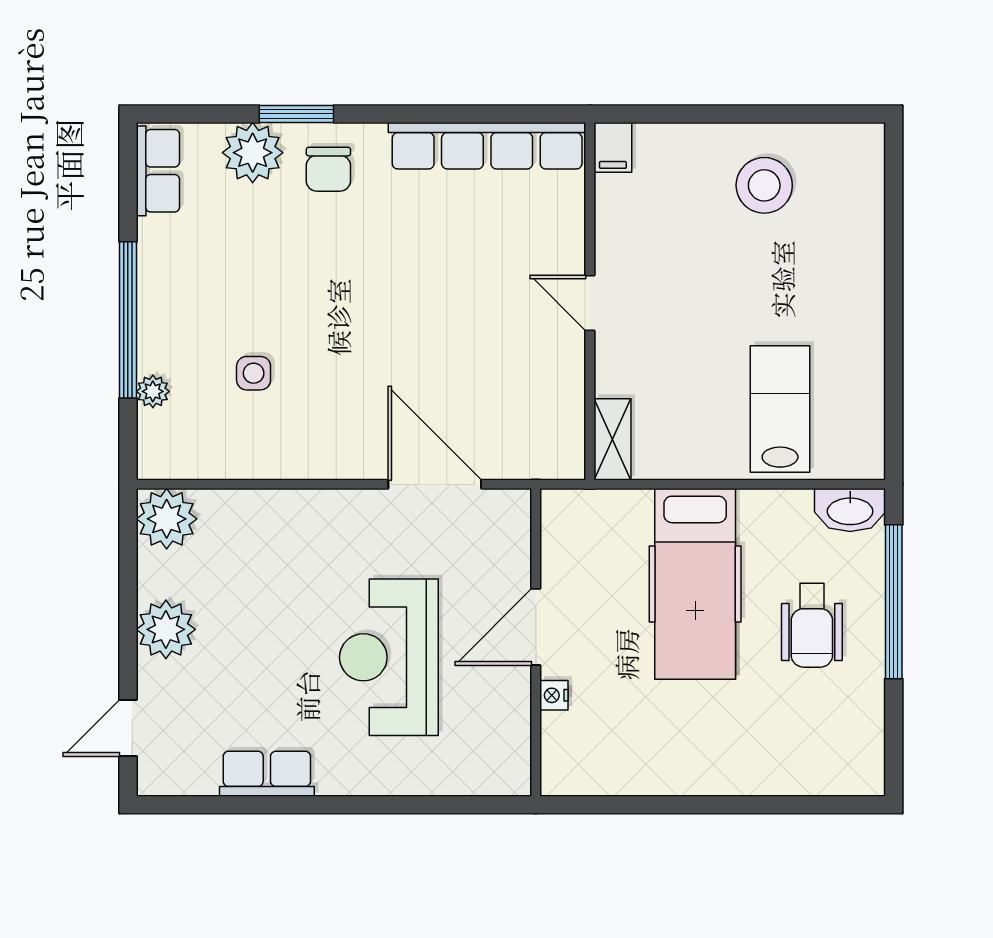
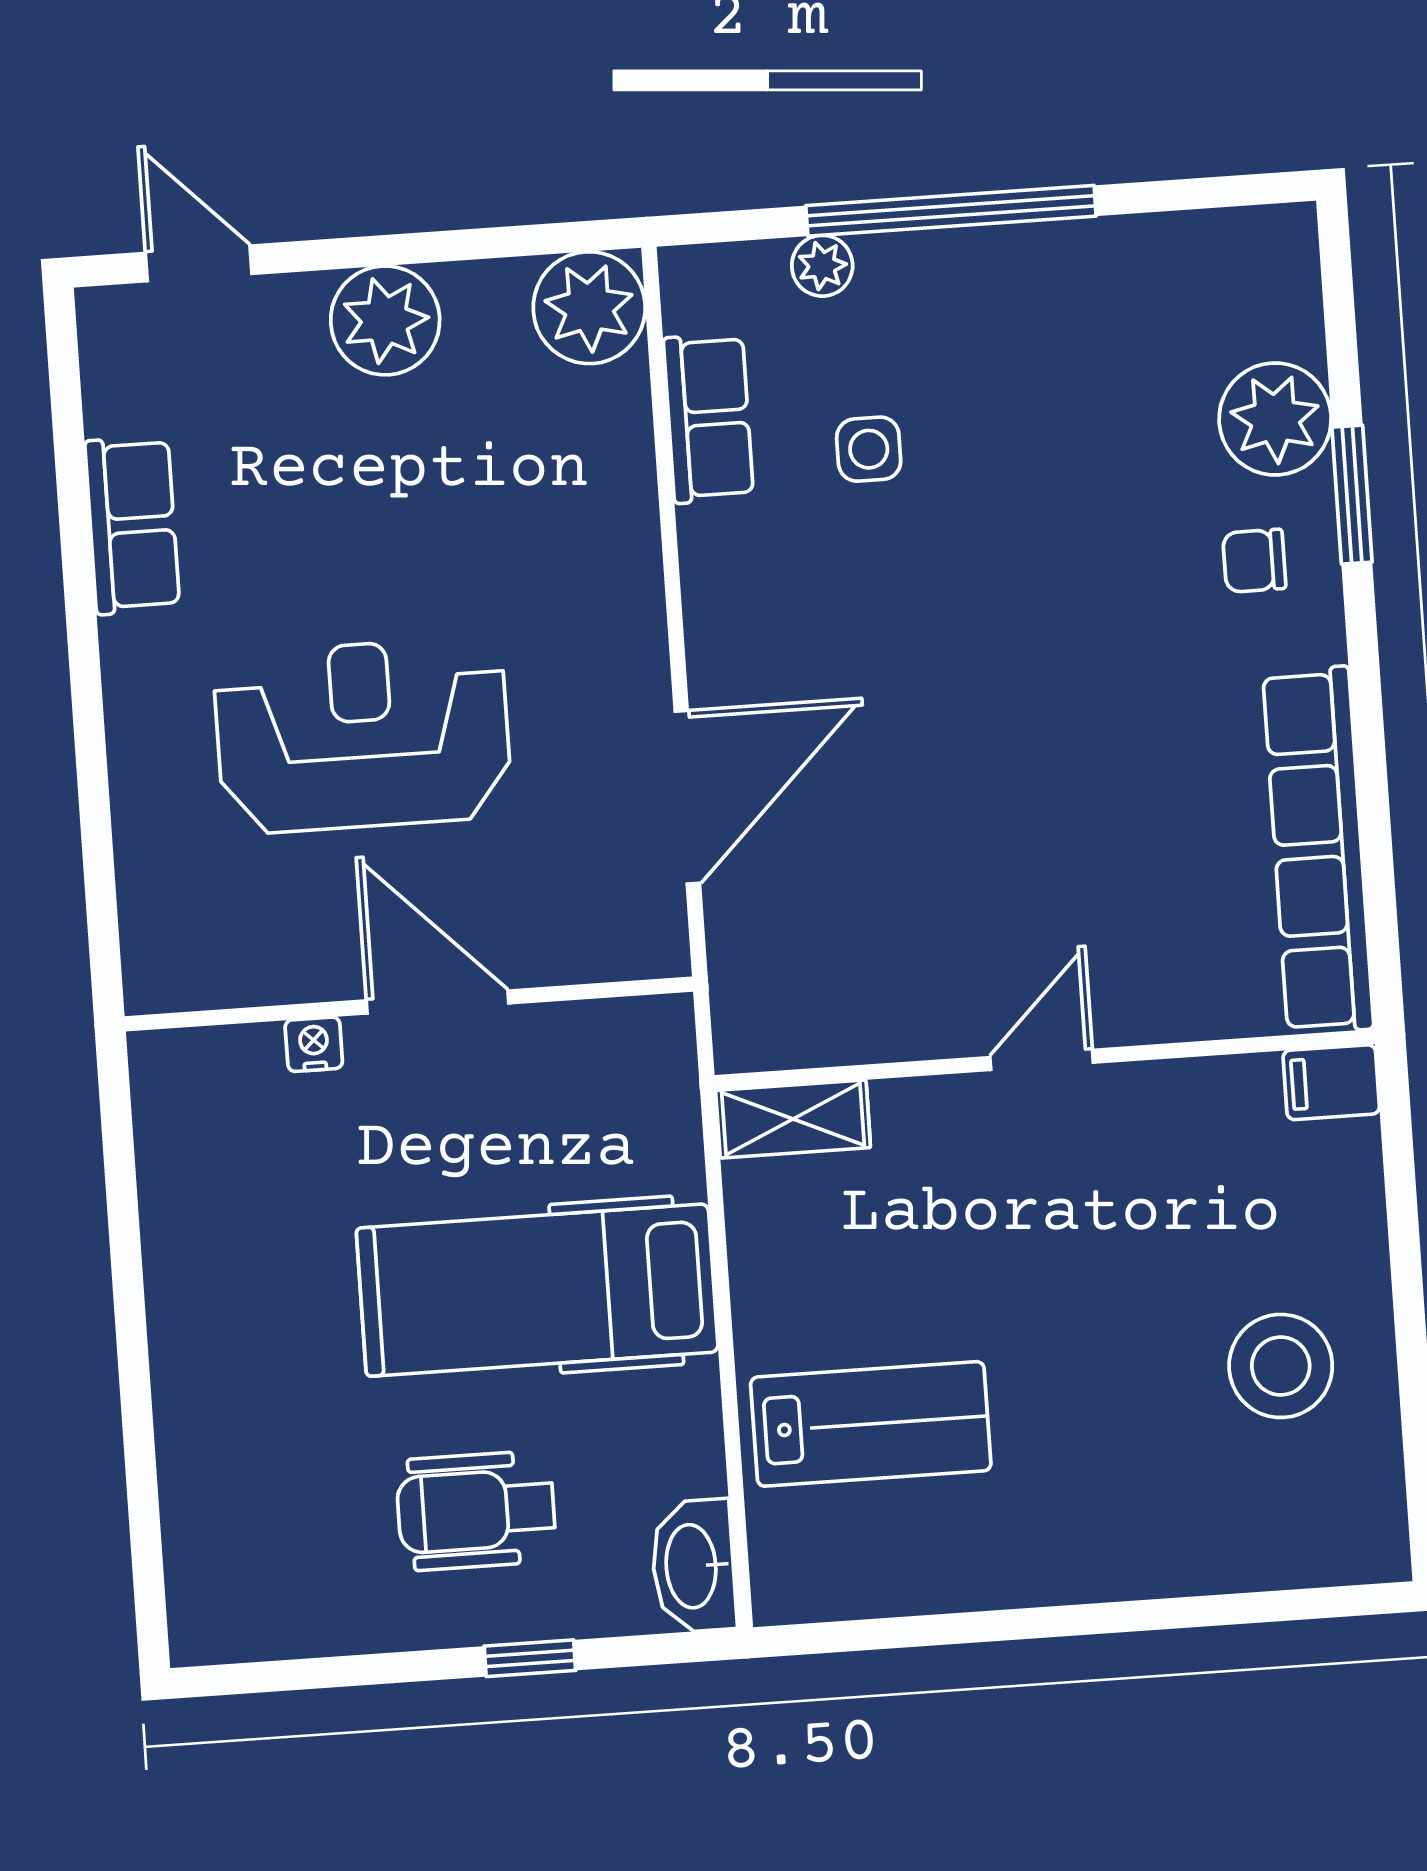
chair: (328, 169) -> (1254, 561), width x0.73, depth x0.73
row of seats: (158, 171) -> (708, 418), moved, turned -90
window: (894, 602) -> (530, 1658), width x0.32

